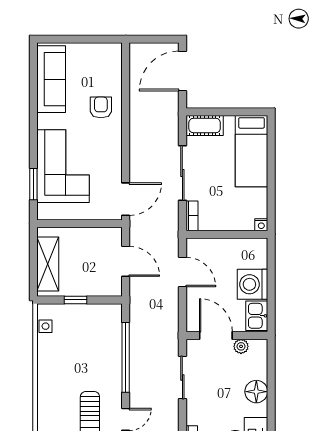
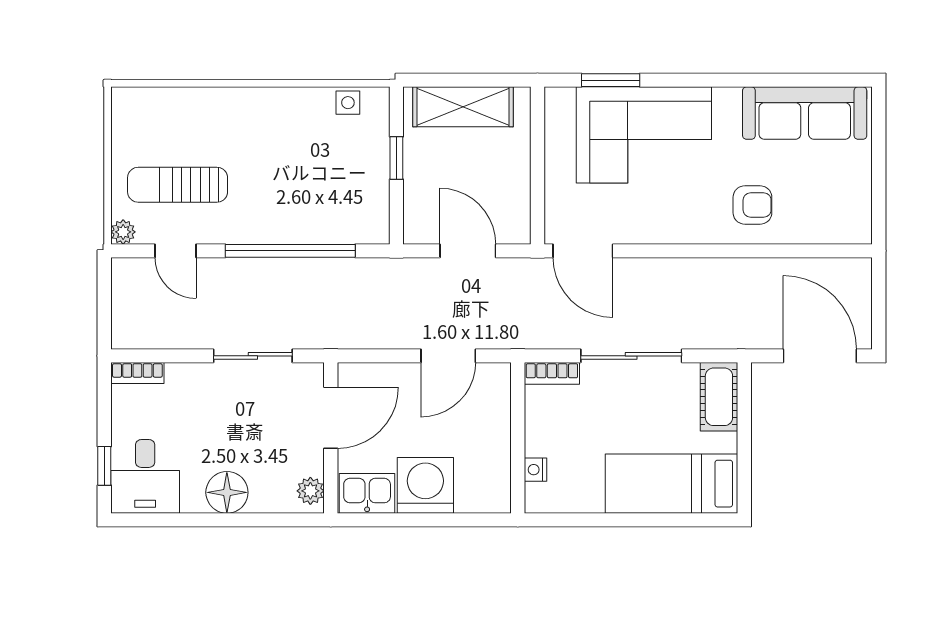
nightstand: (261, 225) -> (535, 470), moved
door: (126, 261) -> (468, 251), swing flipped
plant: (241, 346) -> (310, 491), moved

